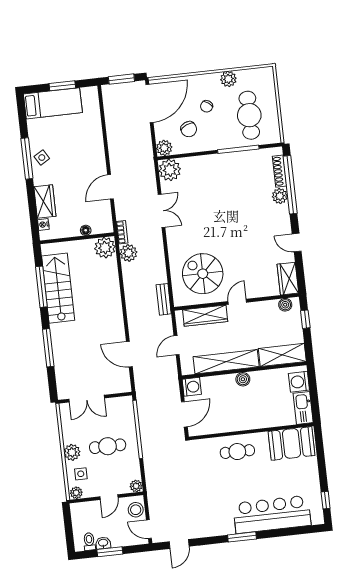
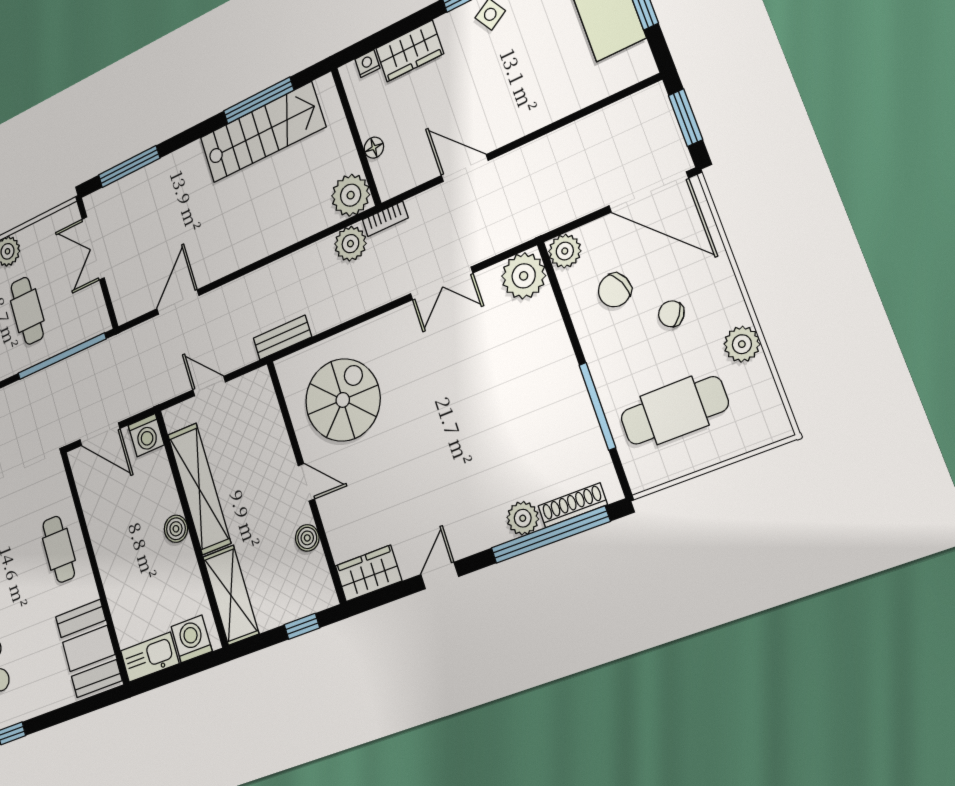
boiler: (285, 305) -> (307, 538), moved
wardrobe: (205, 316) -> (270, 426), removed
window: (48, 348) -> (129, 167), moved

